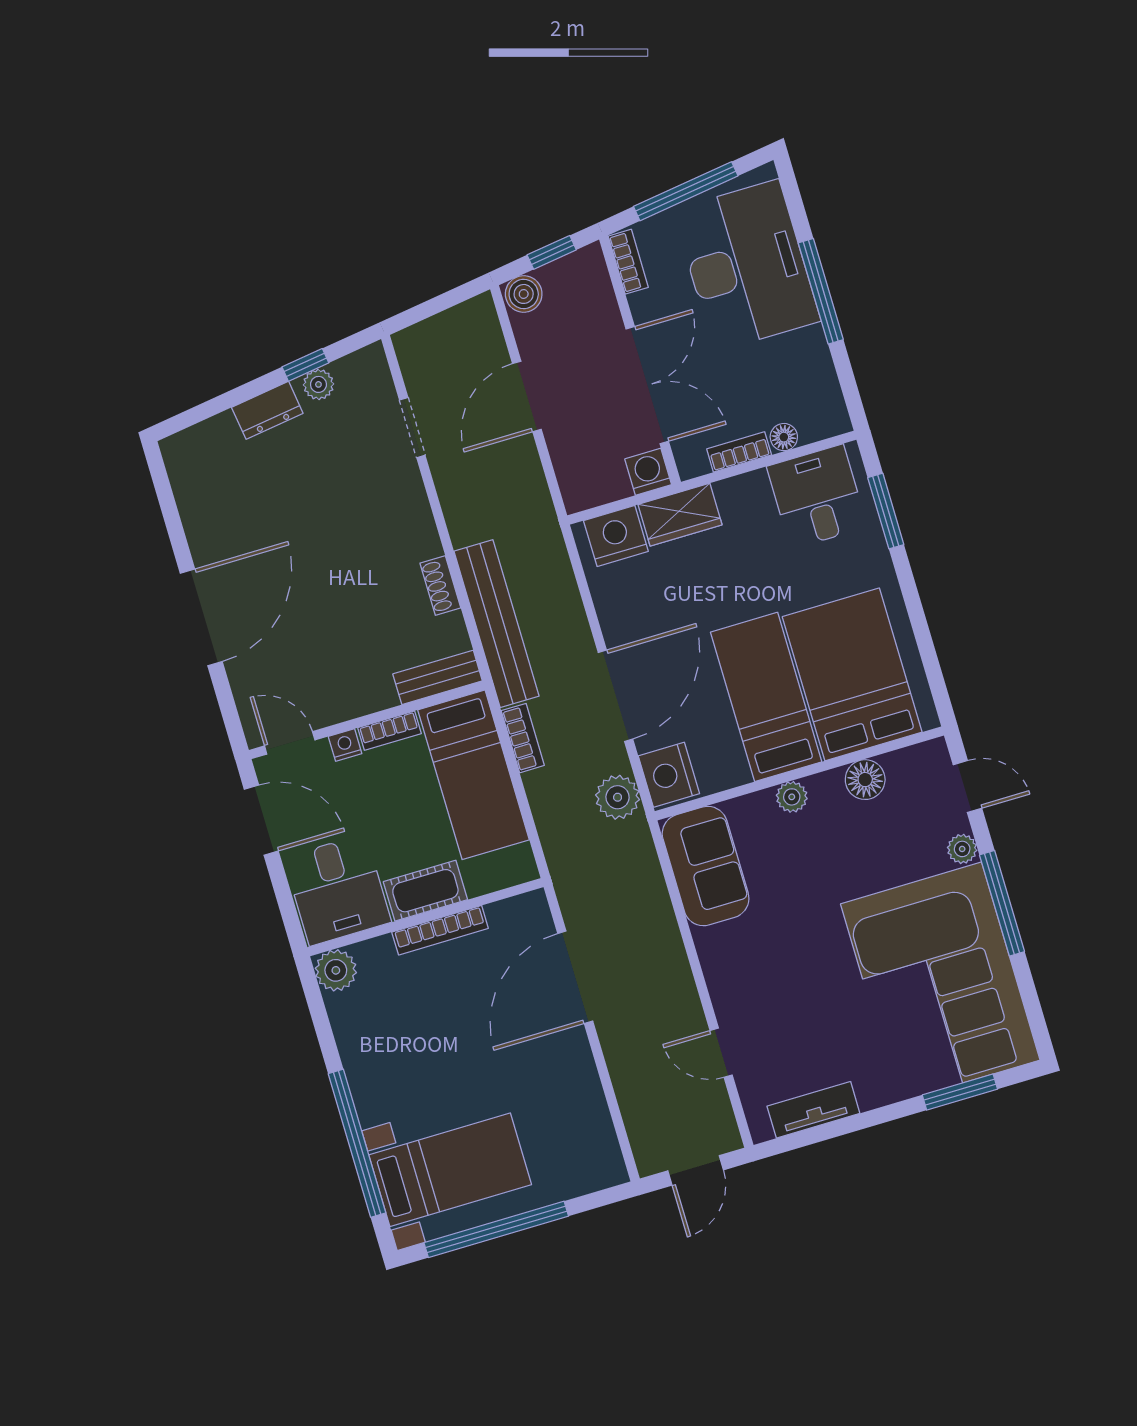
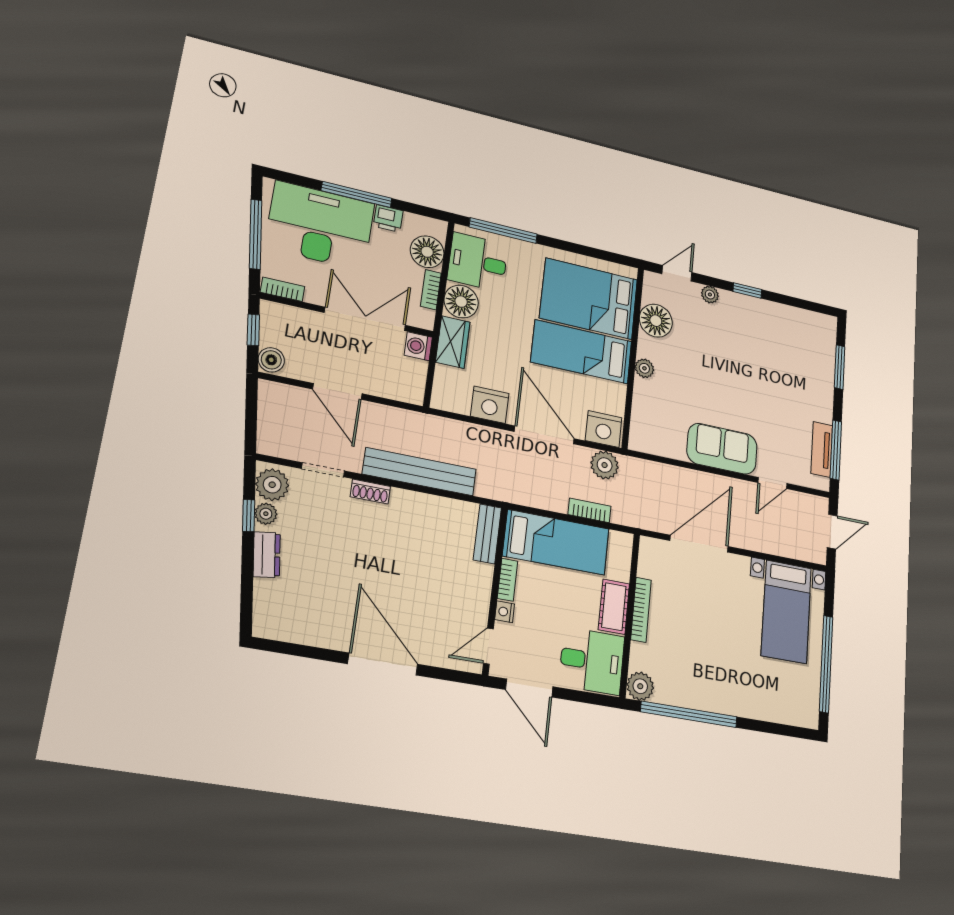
printer: (810, 349) -> (388, 219), added
plant: (360, 374) -> (272, 485), added
floor lamp: (784, 437) -> (427, 252), width x1.89, depth x1.89
floor lamp: (745, 500) -> (461, 302), added
window: (886, 511) -> (503, 230), width x1.44
nightstand: (616, 536) -> (490, 405), moved, turned -90
shoe rack: (440, 585) -> (370, 491), moved
bench: (497, 624) -> (420, 472), moved
bookcase: (523, 738) -> (589, 510), moved
floor lamp: (865, 780) -> (656, 321), width x1.38, depth x1.38
door: (261, 820) -> (529, 688), swing flipped
sofa: (706, 866) -> (722, 449), moved
window: (1002, 903) -> (747, 290), width x0.46
door: (575, 977) -> (699, 544), swing flipped
corner sofa: (940, 982) -> (777, 345), removed
window: (824, 1132) -> (836, 450), added
window: (357, 1143) -> (689, 714), moved
bed with nightstands: (450, 1170) -> (786, 612), moved, turned 180
door: (696, 1170) -> (832, 532), hinge flipped

